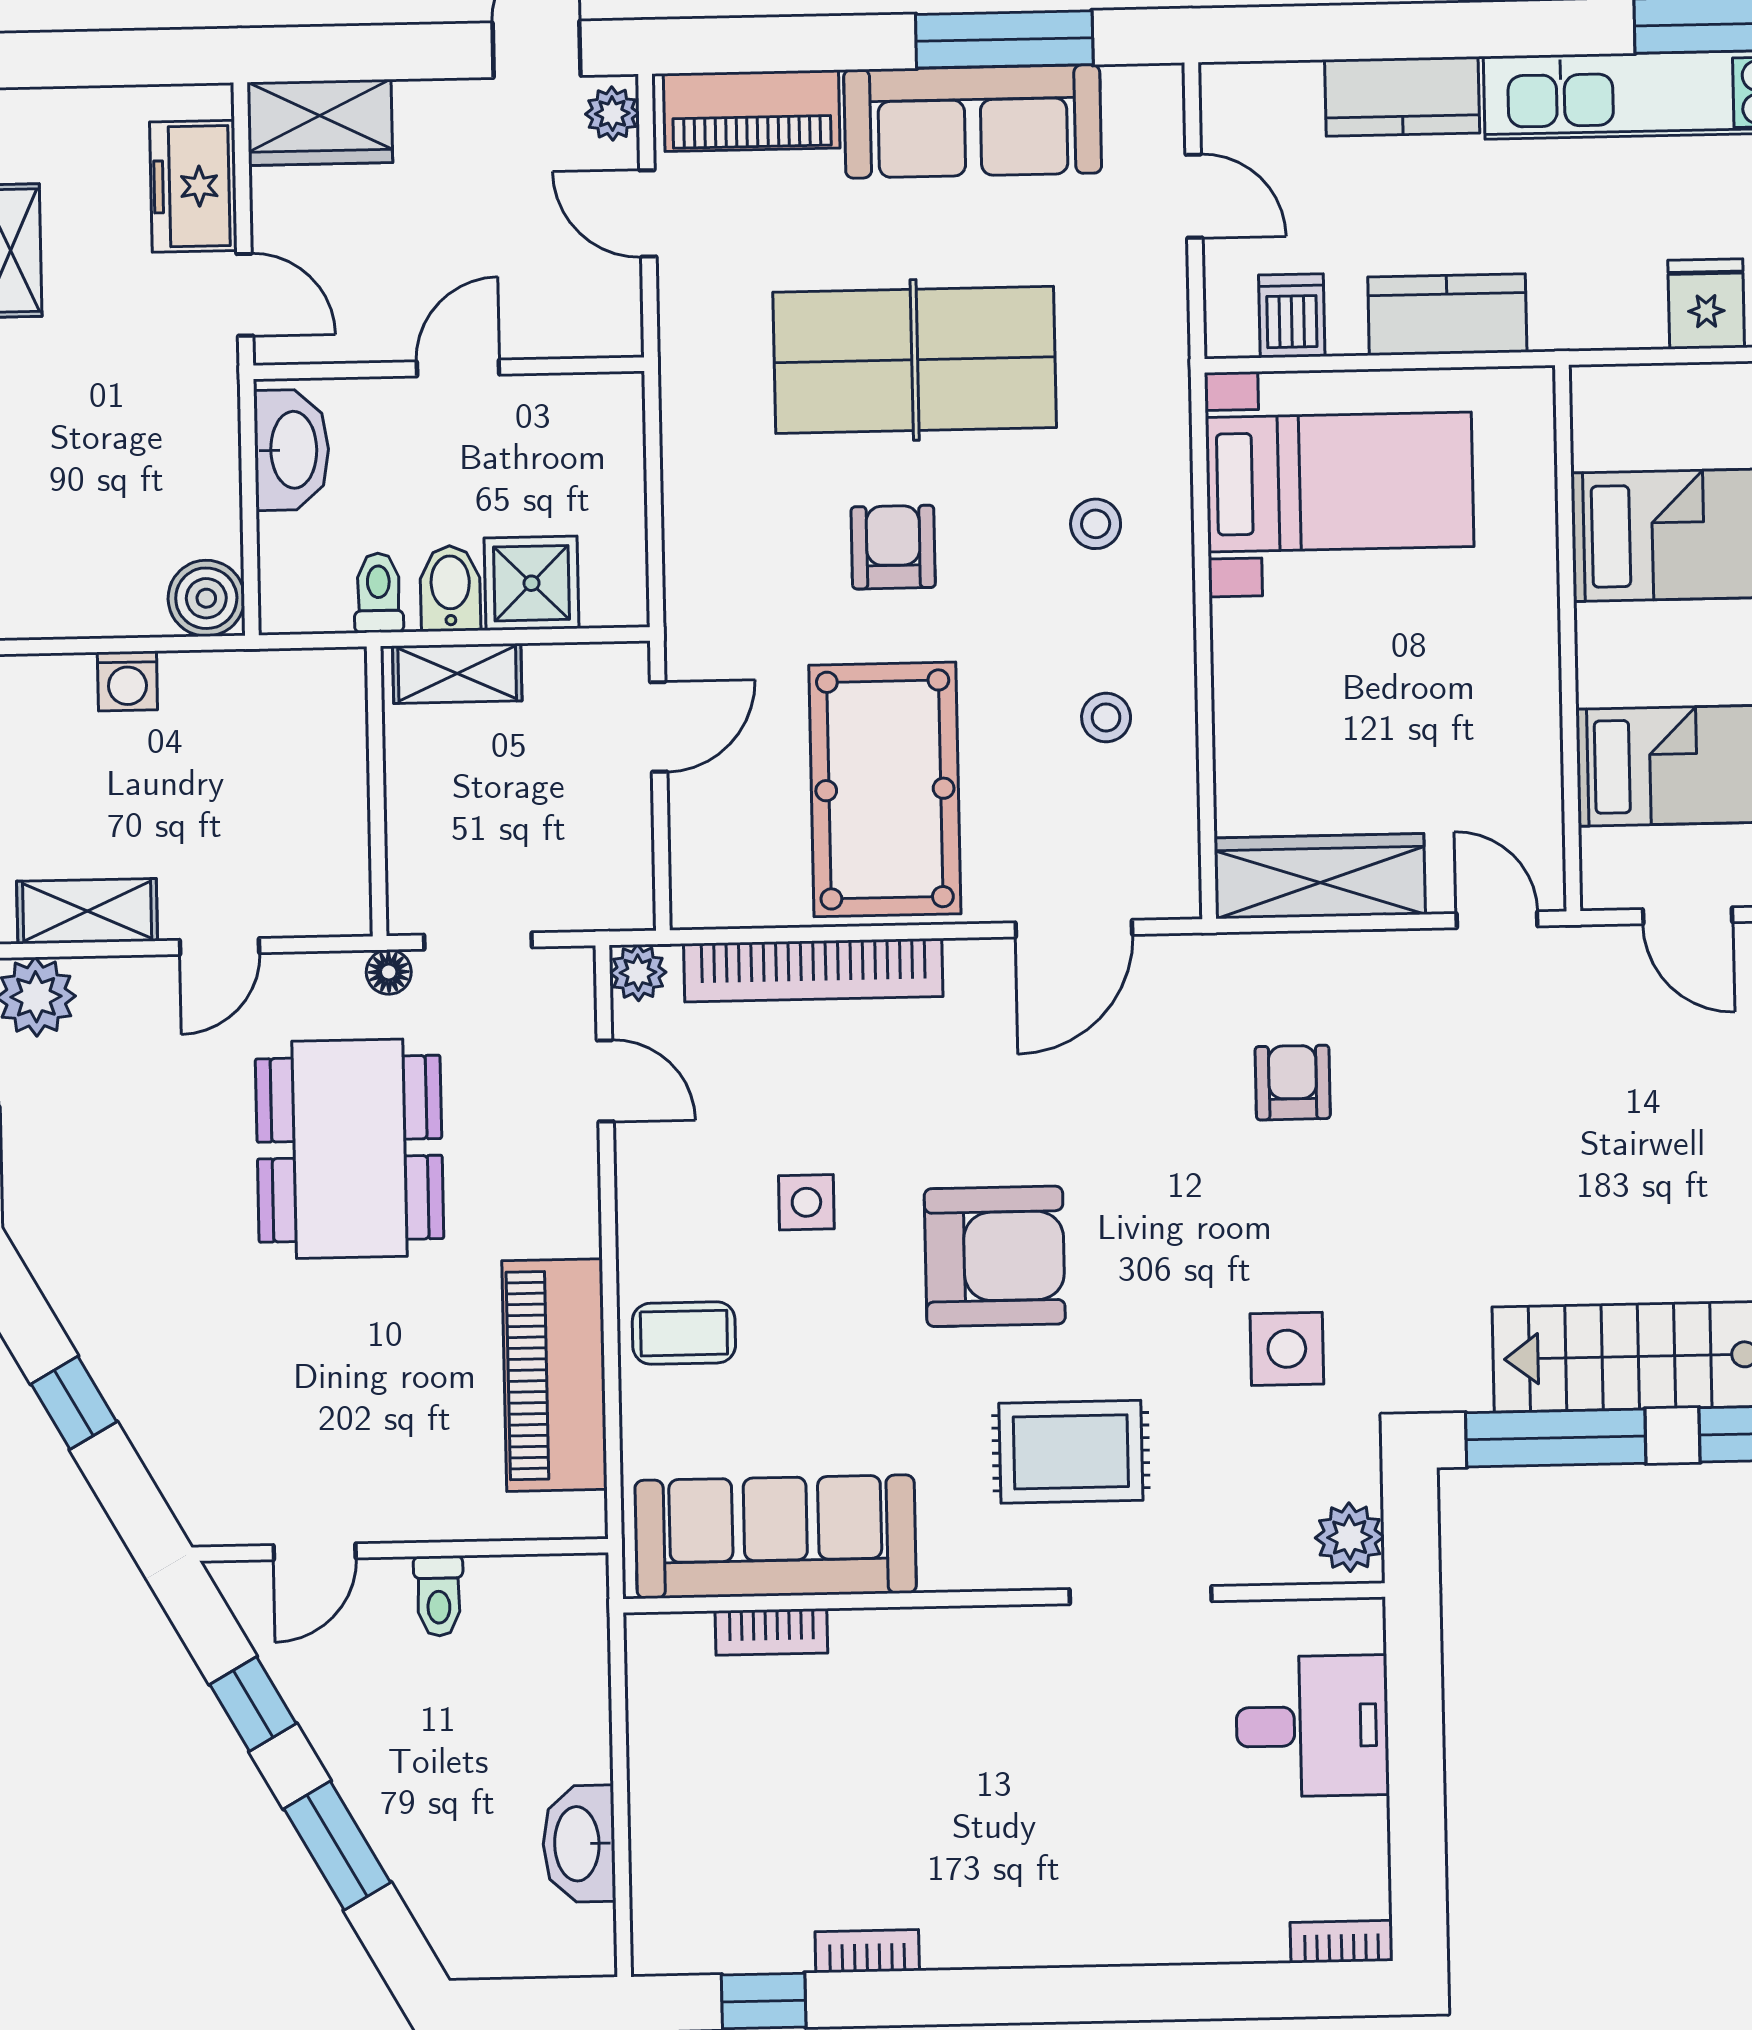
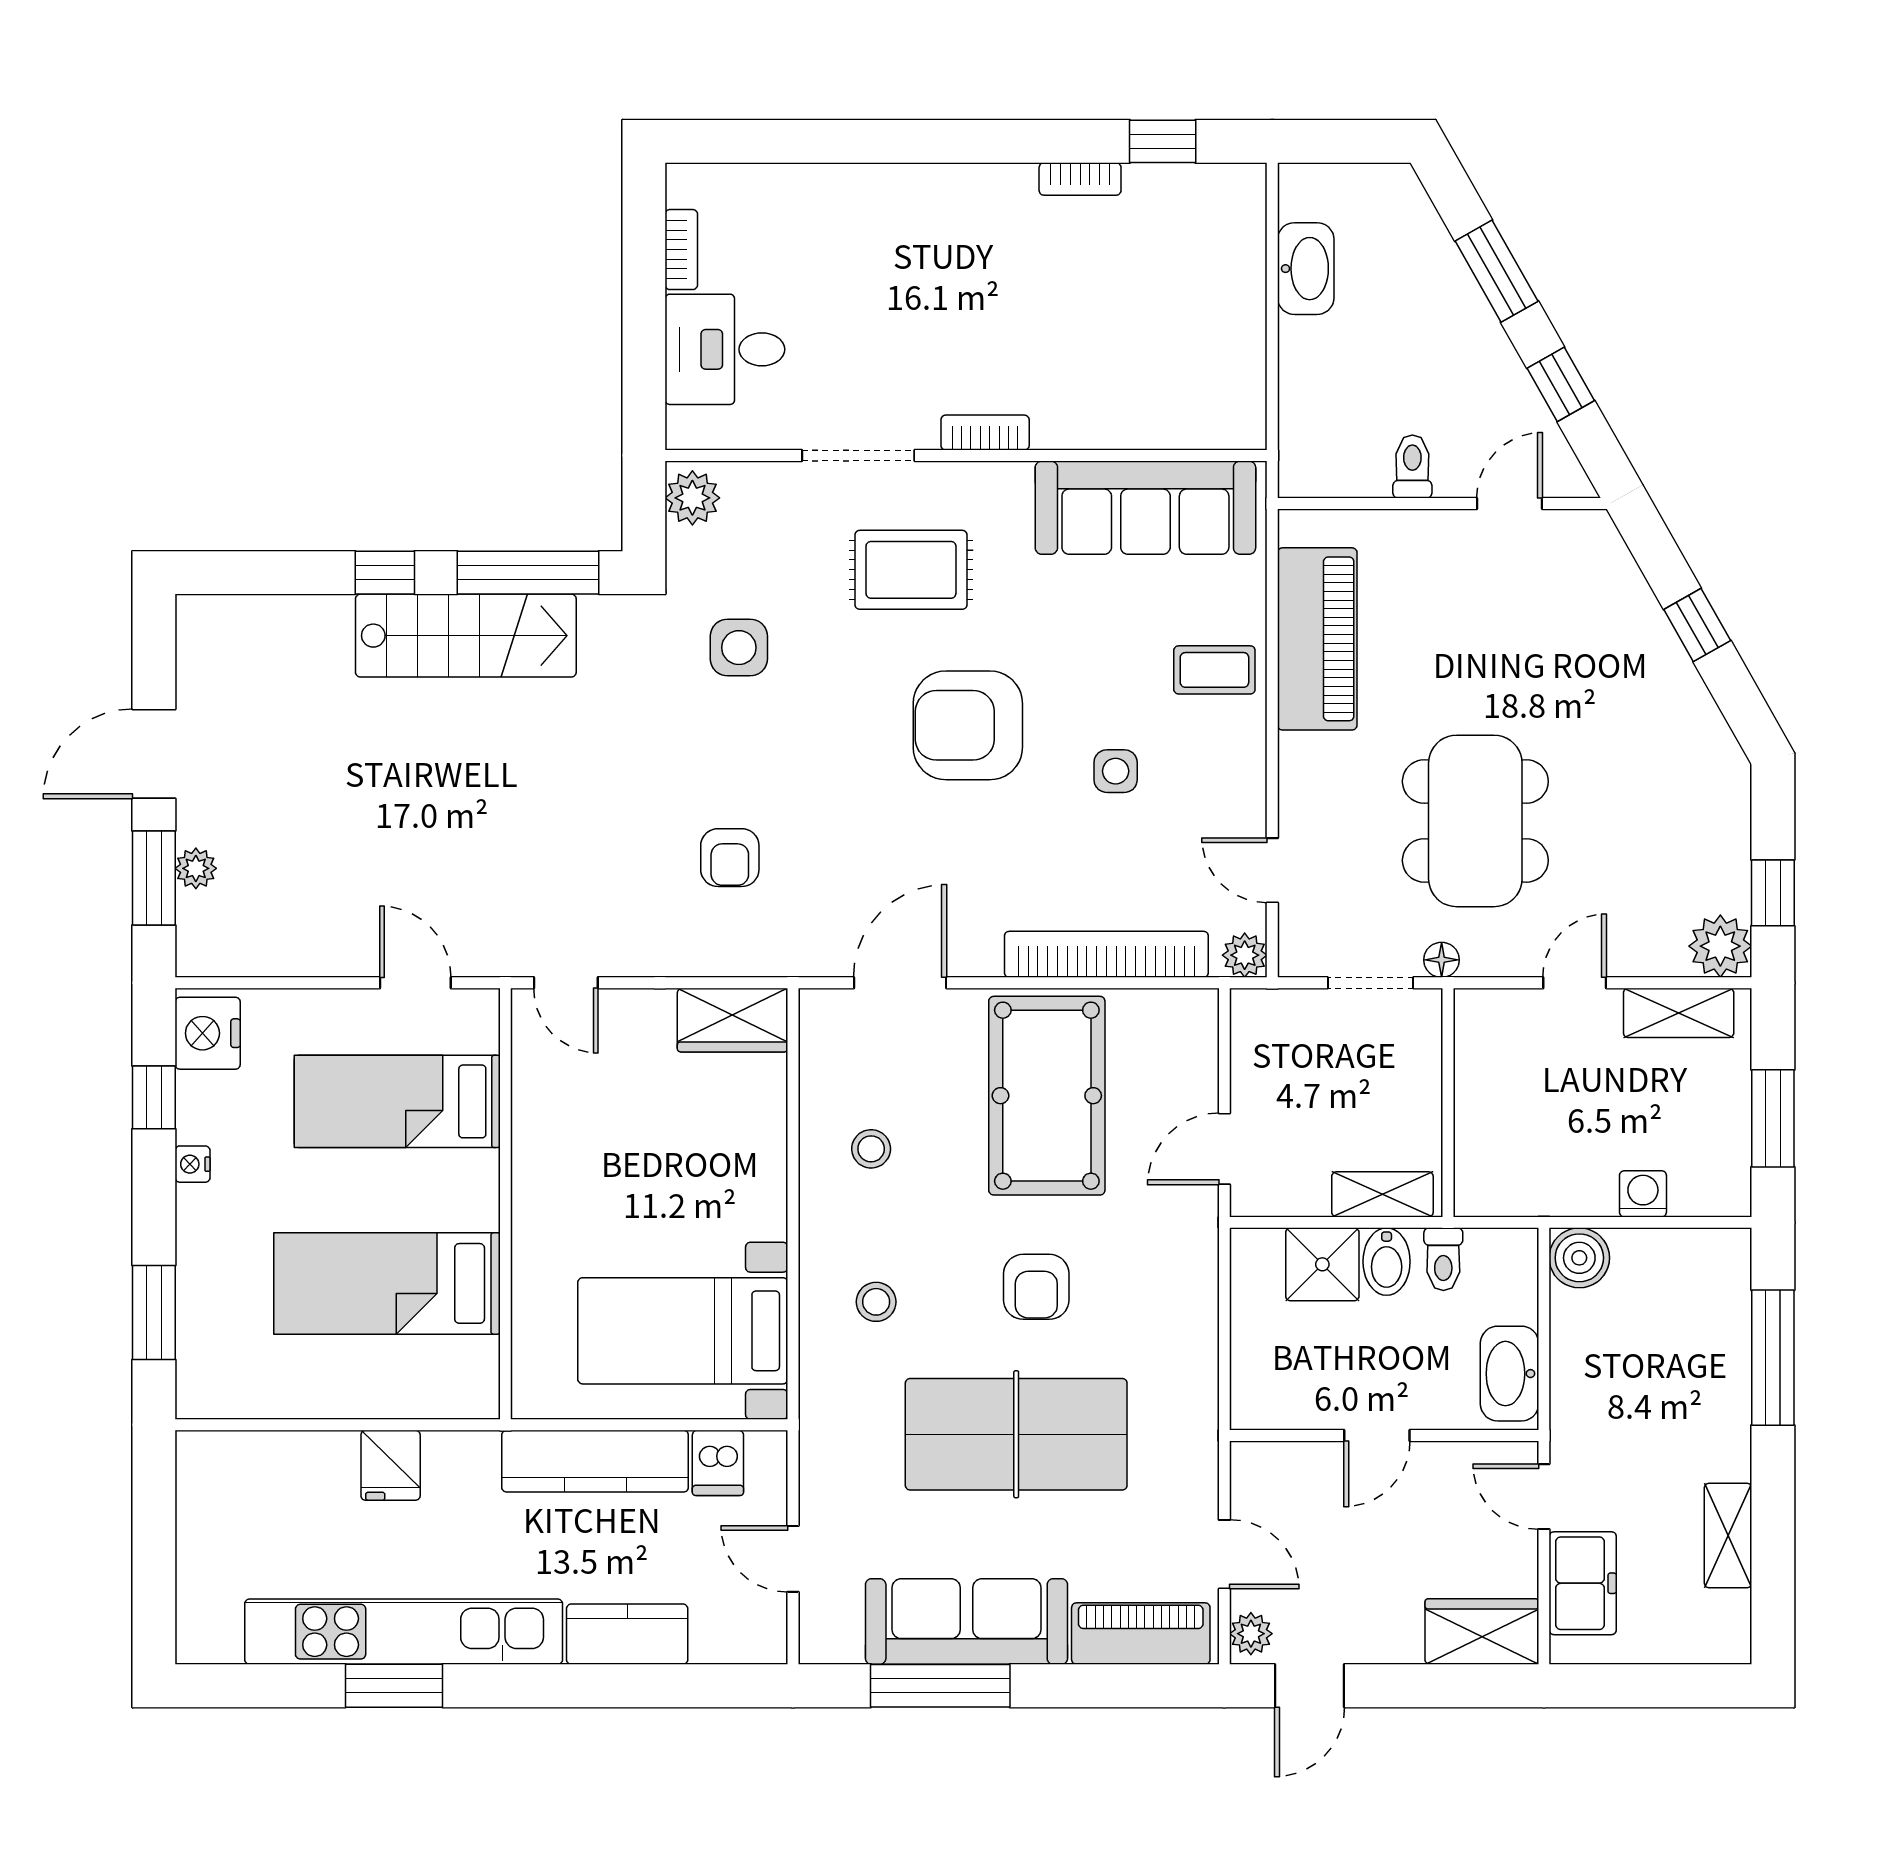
kitchen counter: (1447, 315) -> (595, 1461), width x1.50
wardrobe: (1320, 876) -> (733, 1020), width x0.67
bookcase: (771, 1632) -> (985, 433), moved
bookcase: (1342, 1942) -> (681, 250), moved, turned -90

